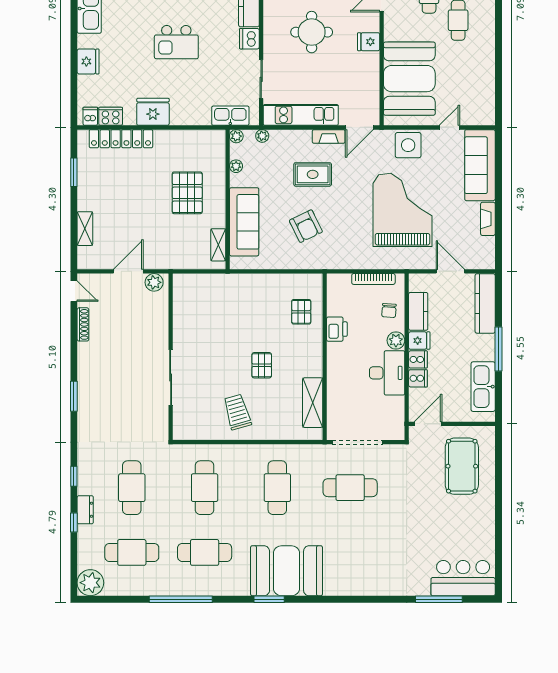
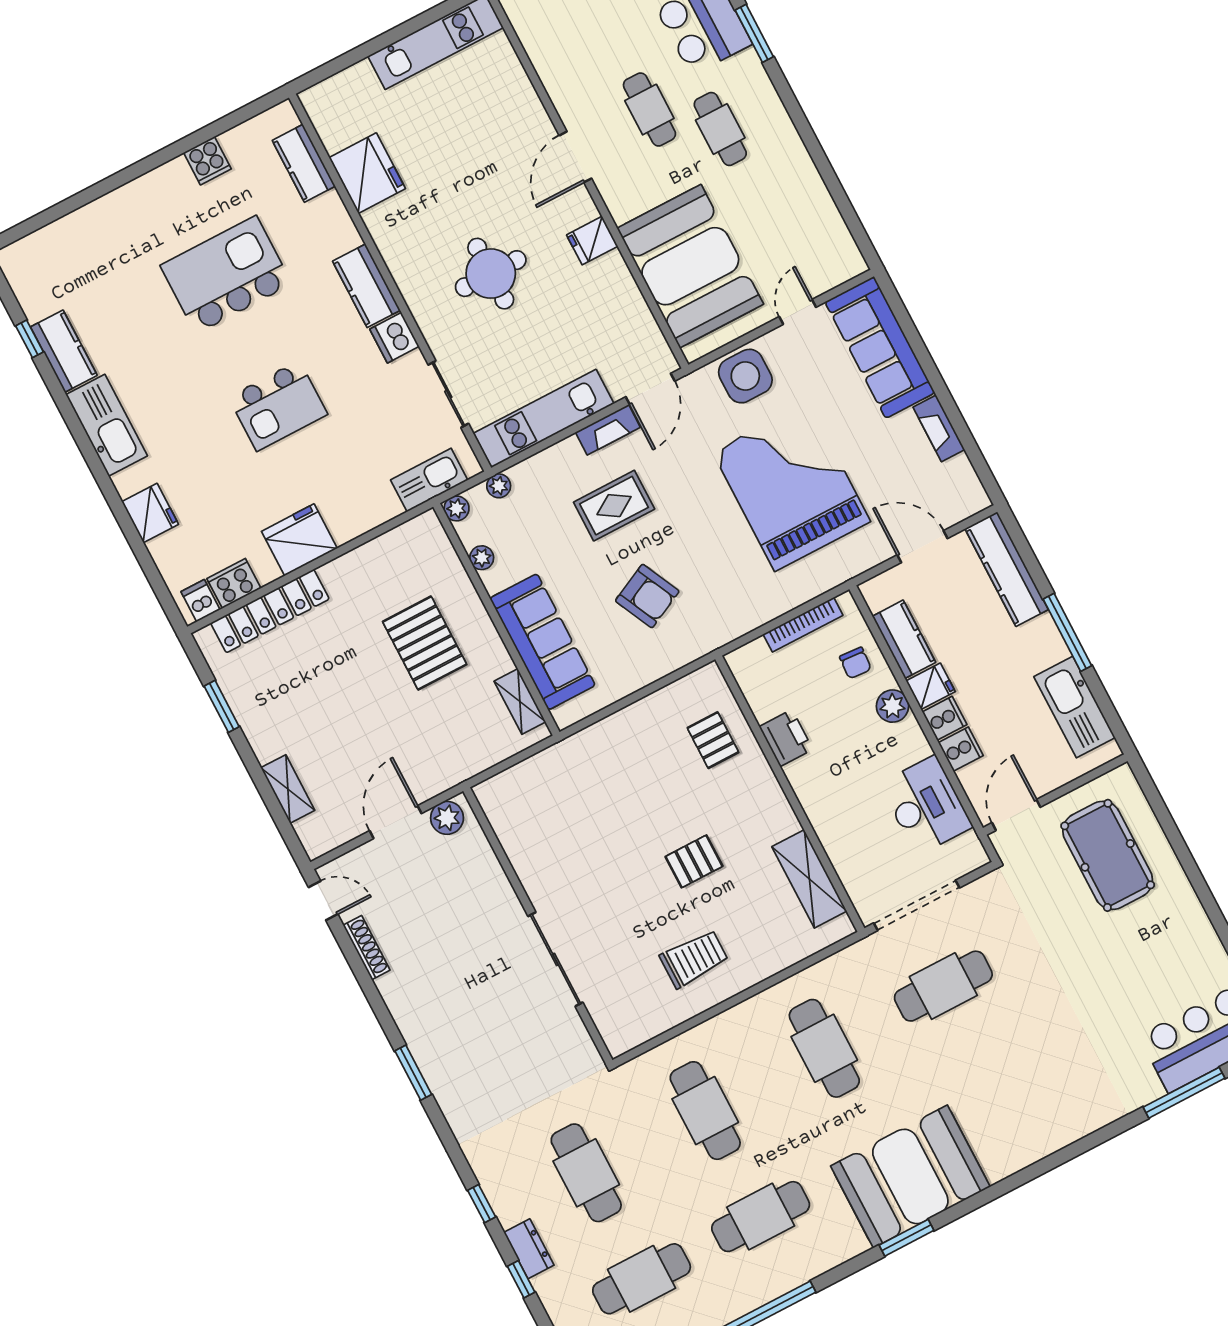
pallet: (262, 365) -> (694, 861), turned 90
desk: (387, 373) -> (926, 805), moved
trolley: (237, 412) -> (694, 959), turned 106

